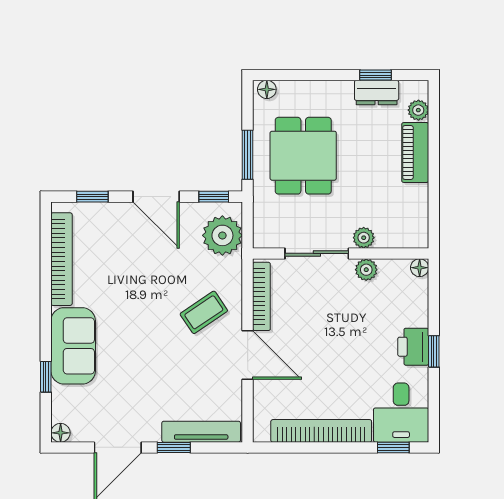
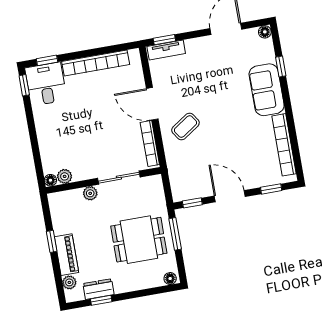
dining table: (303, 156) -> (139, 240), turned 90
window: (434, 176) -> (52, 241), added
plant: (222, 235) -> (182, 179), removed
plant: (366, 270) -> (65, 176), moved
printer: (413, 347) -> (46, 128), removed
window: (434, 351) -> (24, 85), moved
tv unit: (201, 432) -> (166, 50), width x0.71
window: (174, 447) -> (164, 40), moved

